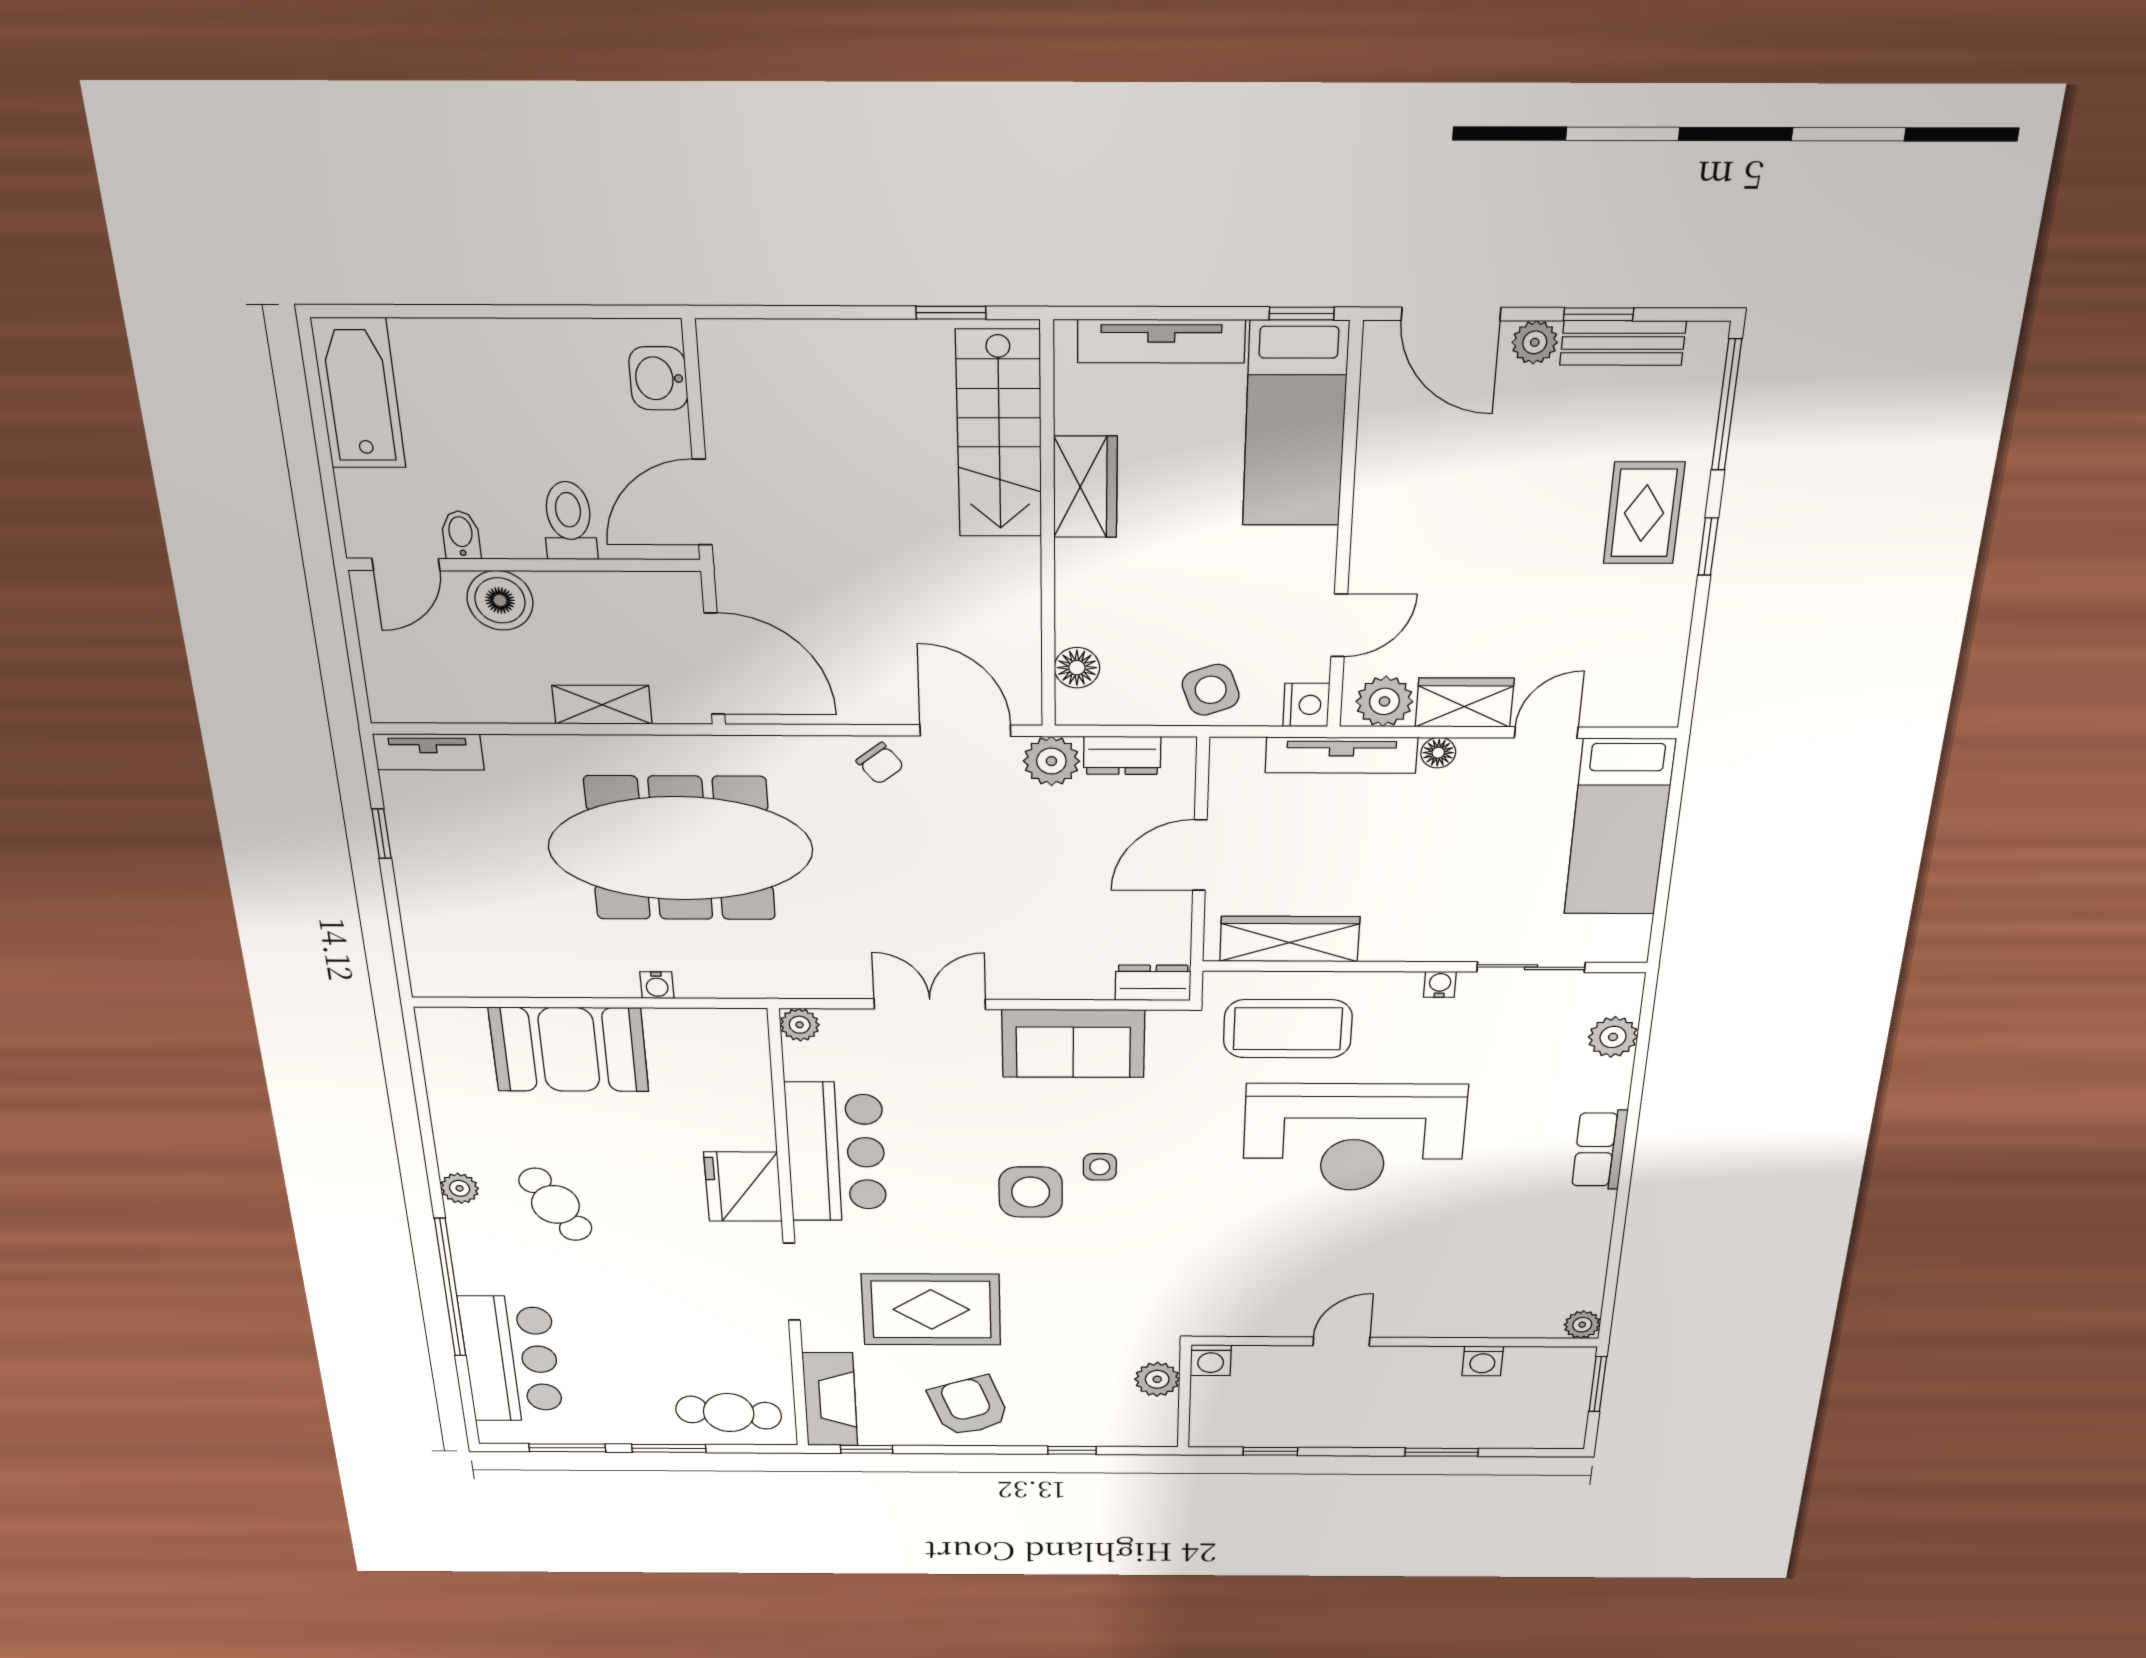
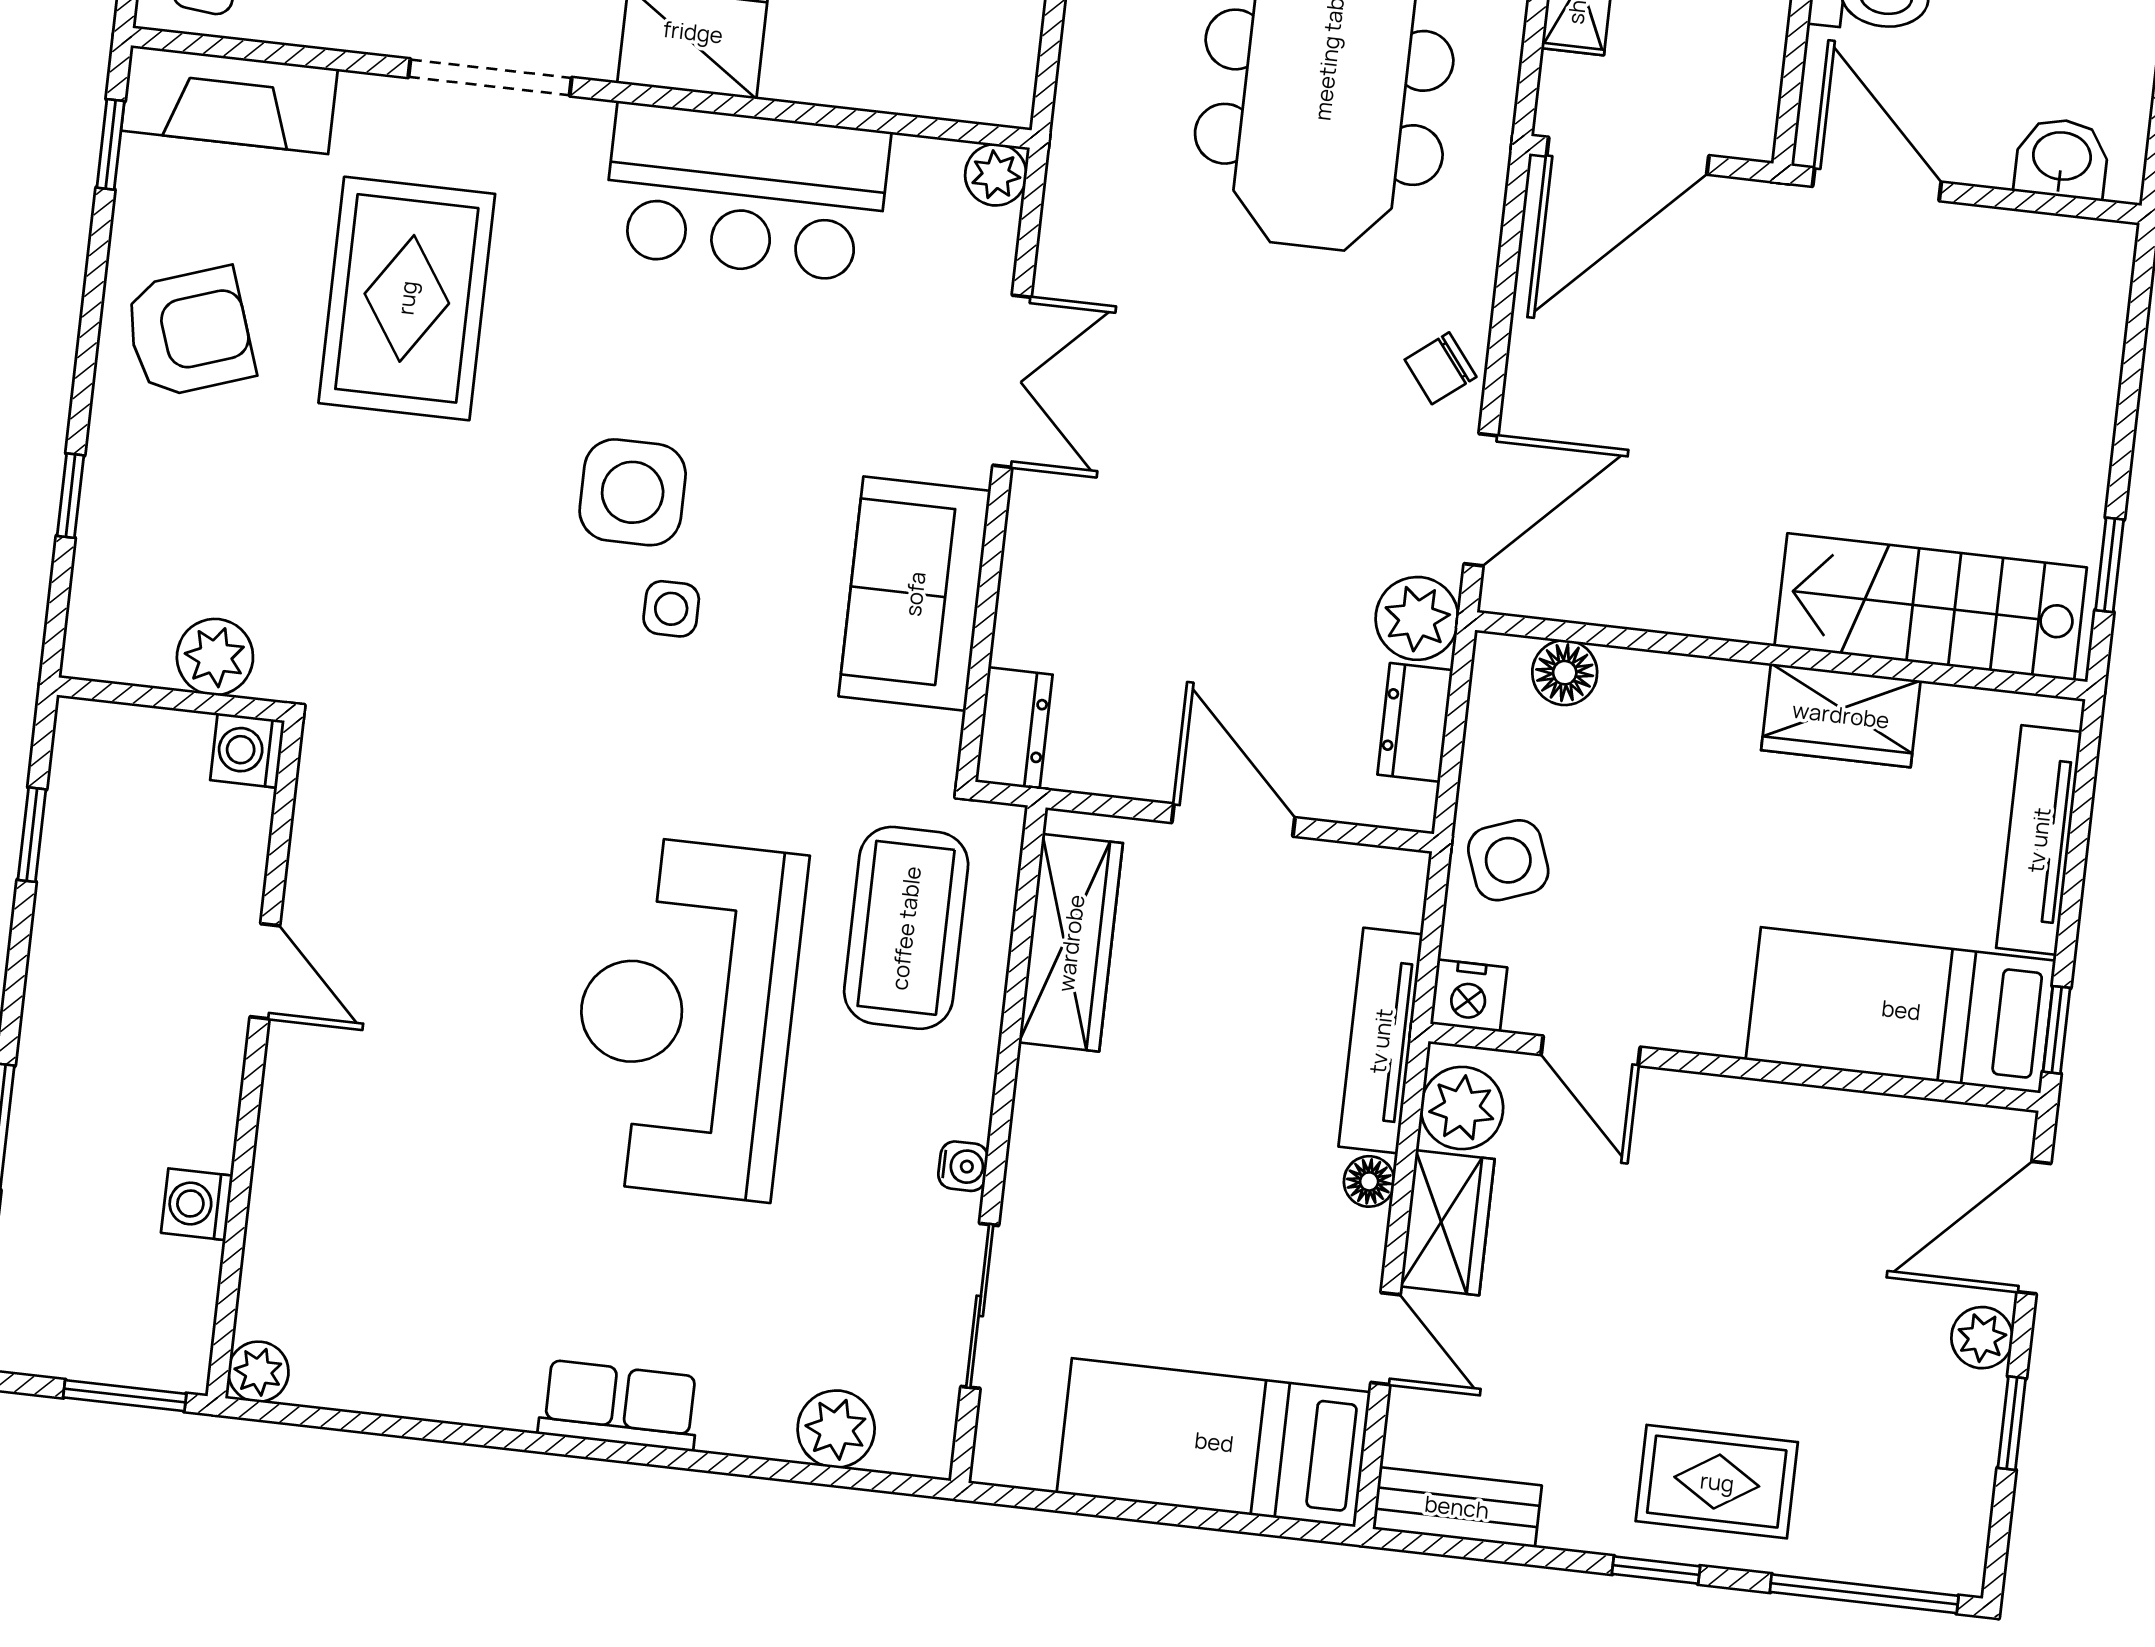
bench: (1623, 343) -> (1457, 1507), moved, turned 90

